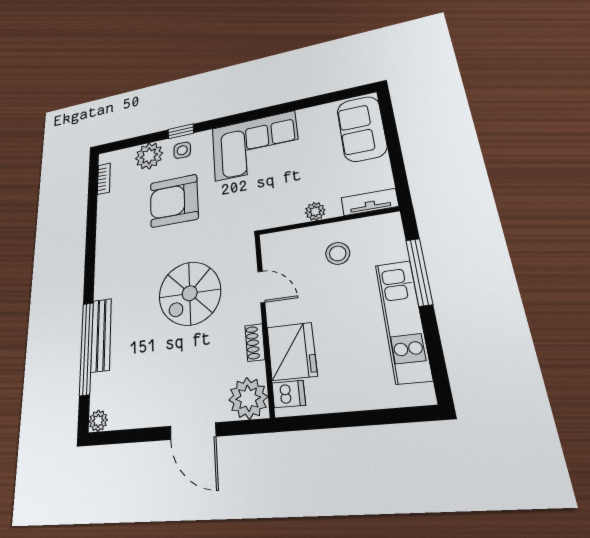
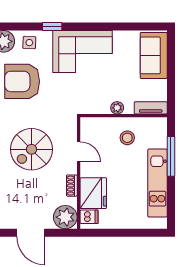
window: (181, 131) -> (52, 26), moved

